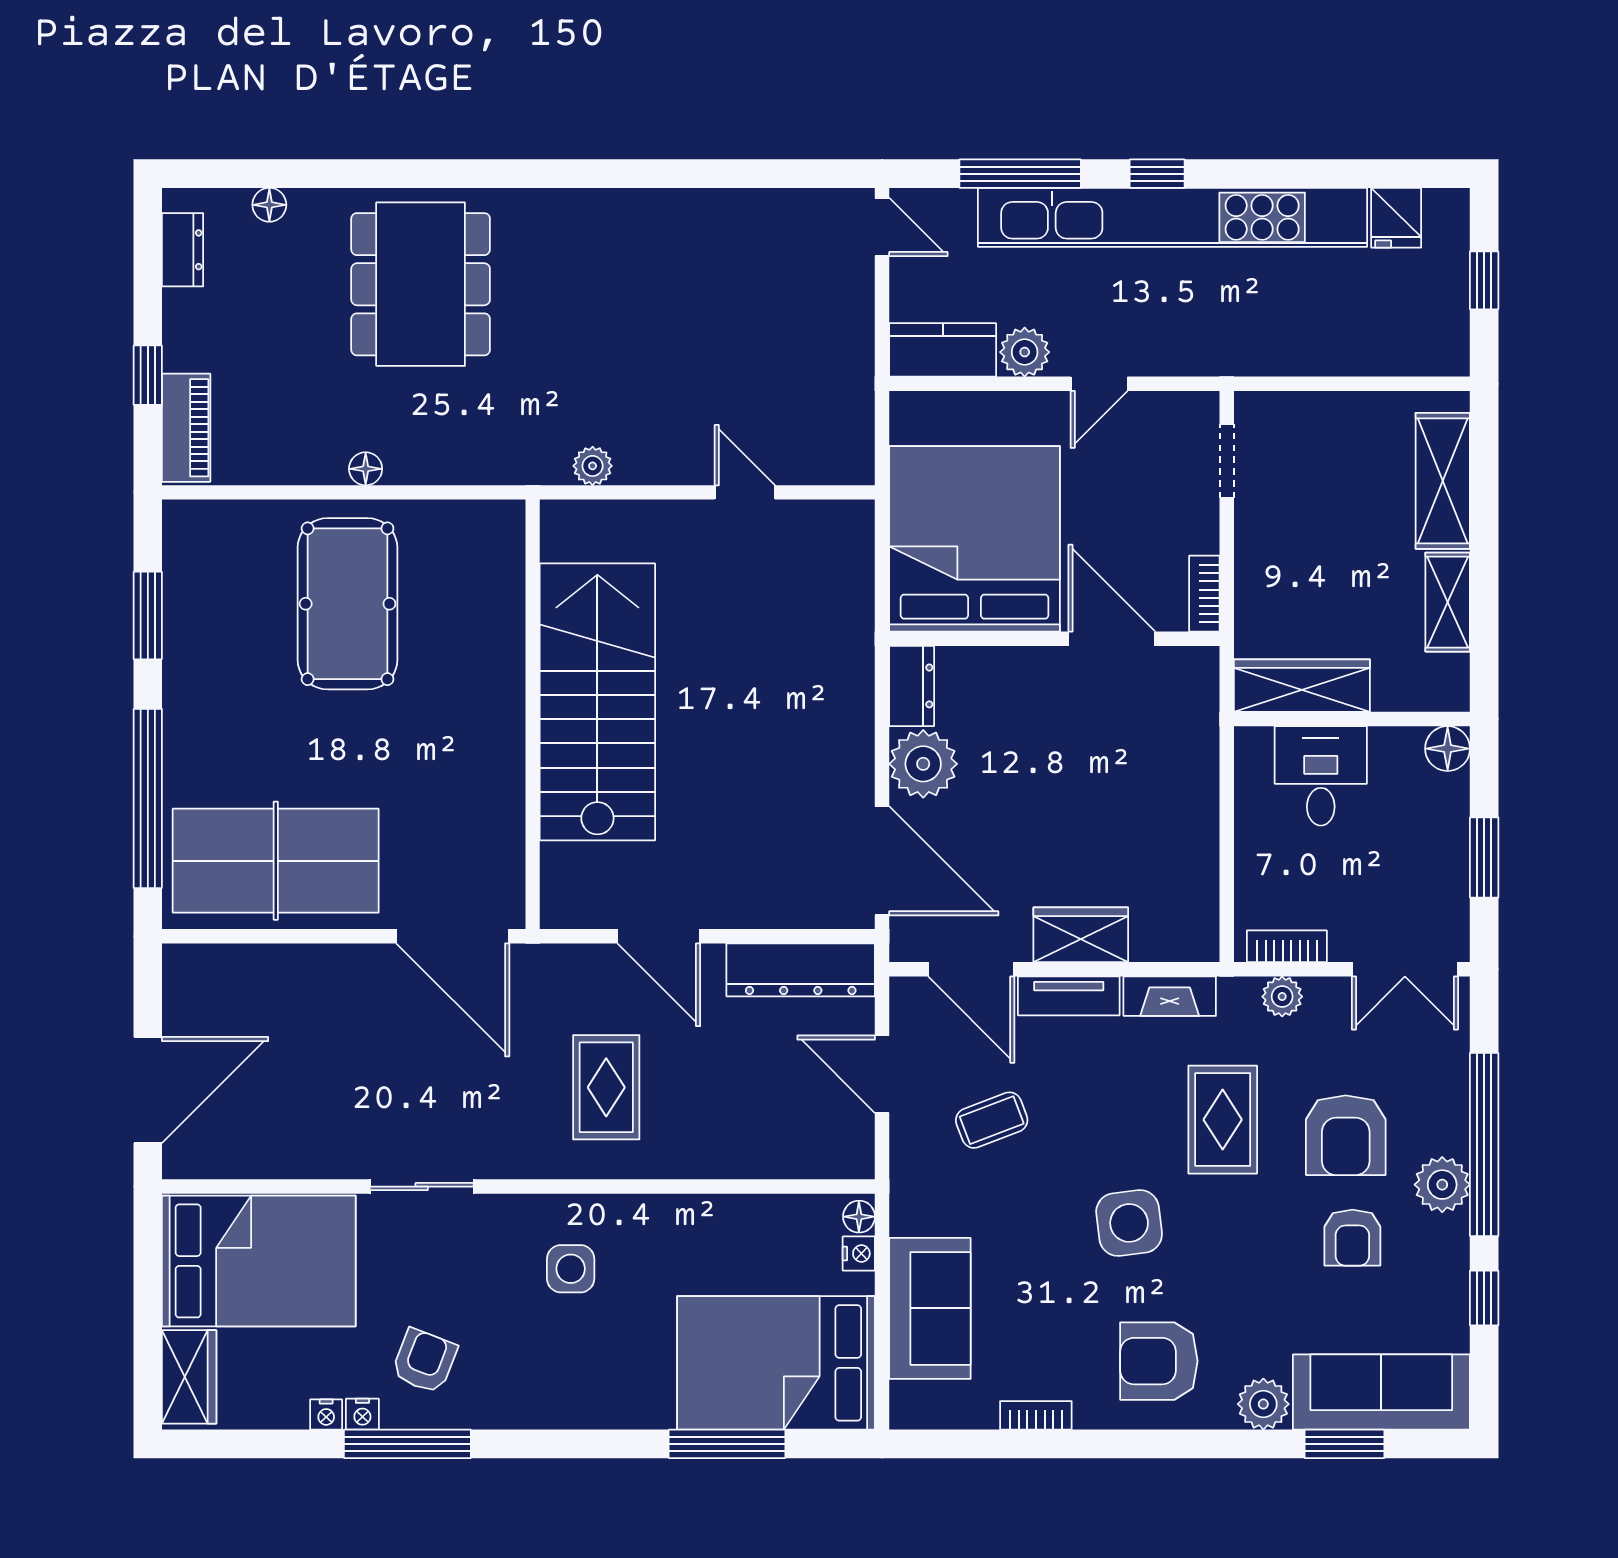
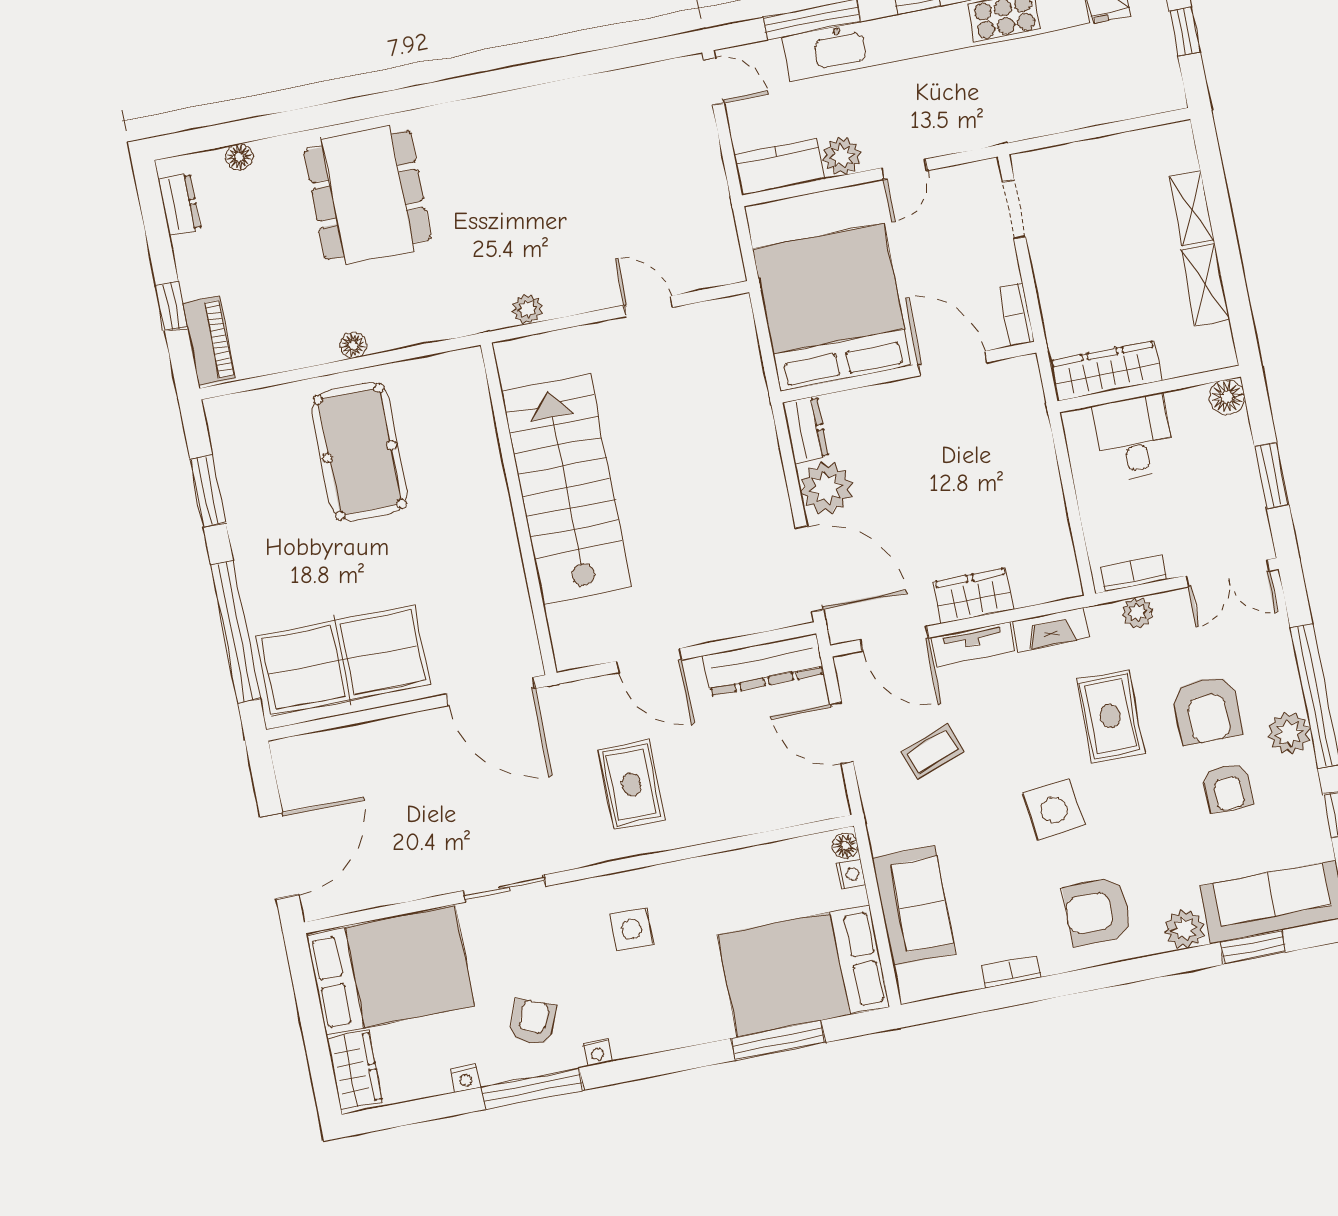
shelving: (1443, 481) -> (1192, 208), width x0.67, depth x0.75
nightstand: (362, 1414) -> (597, 1052), moved

